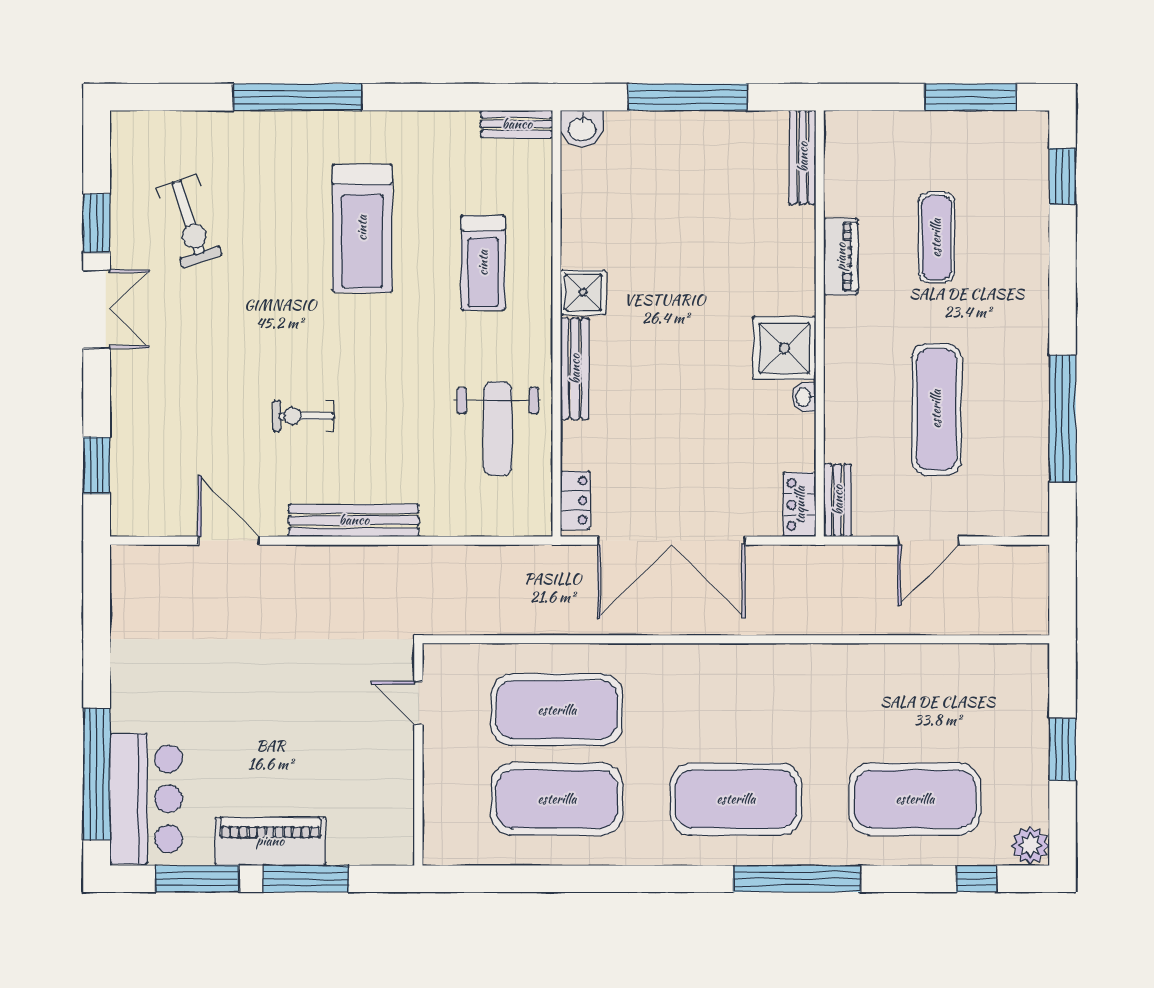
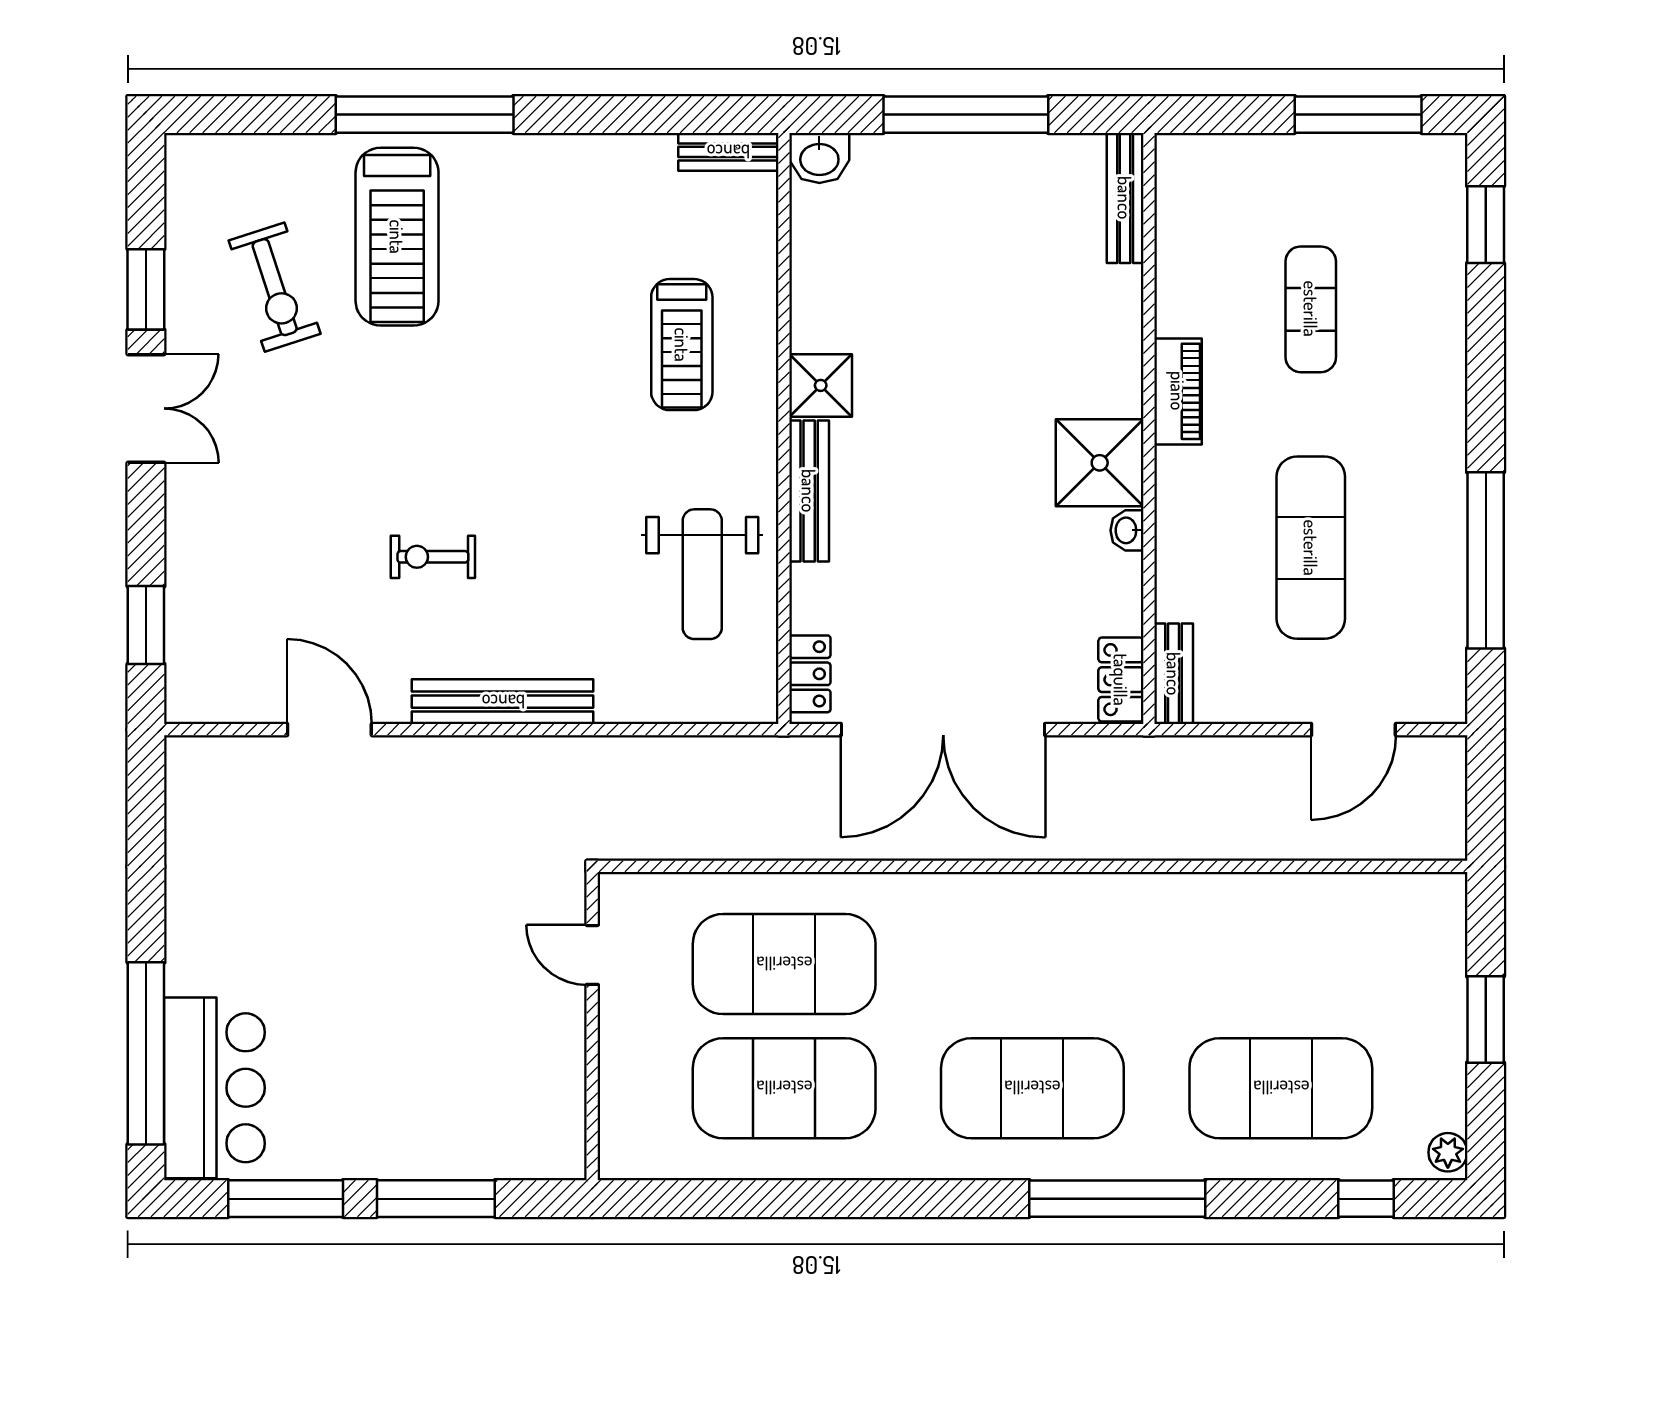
treadmill: (362, 228) -> (397, 237), moved
piano: (841, 257) -> (1178, 391), moved
door: (928, 541) -> (1353, 730), moved
piano: (270, 841) -> (387, 1147), removed
plant: (1030, 845) -> (1448, 1152), width x0.73, depth x0.73

